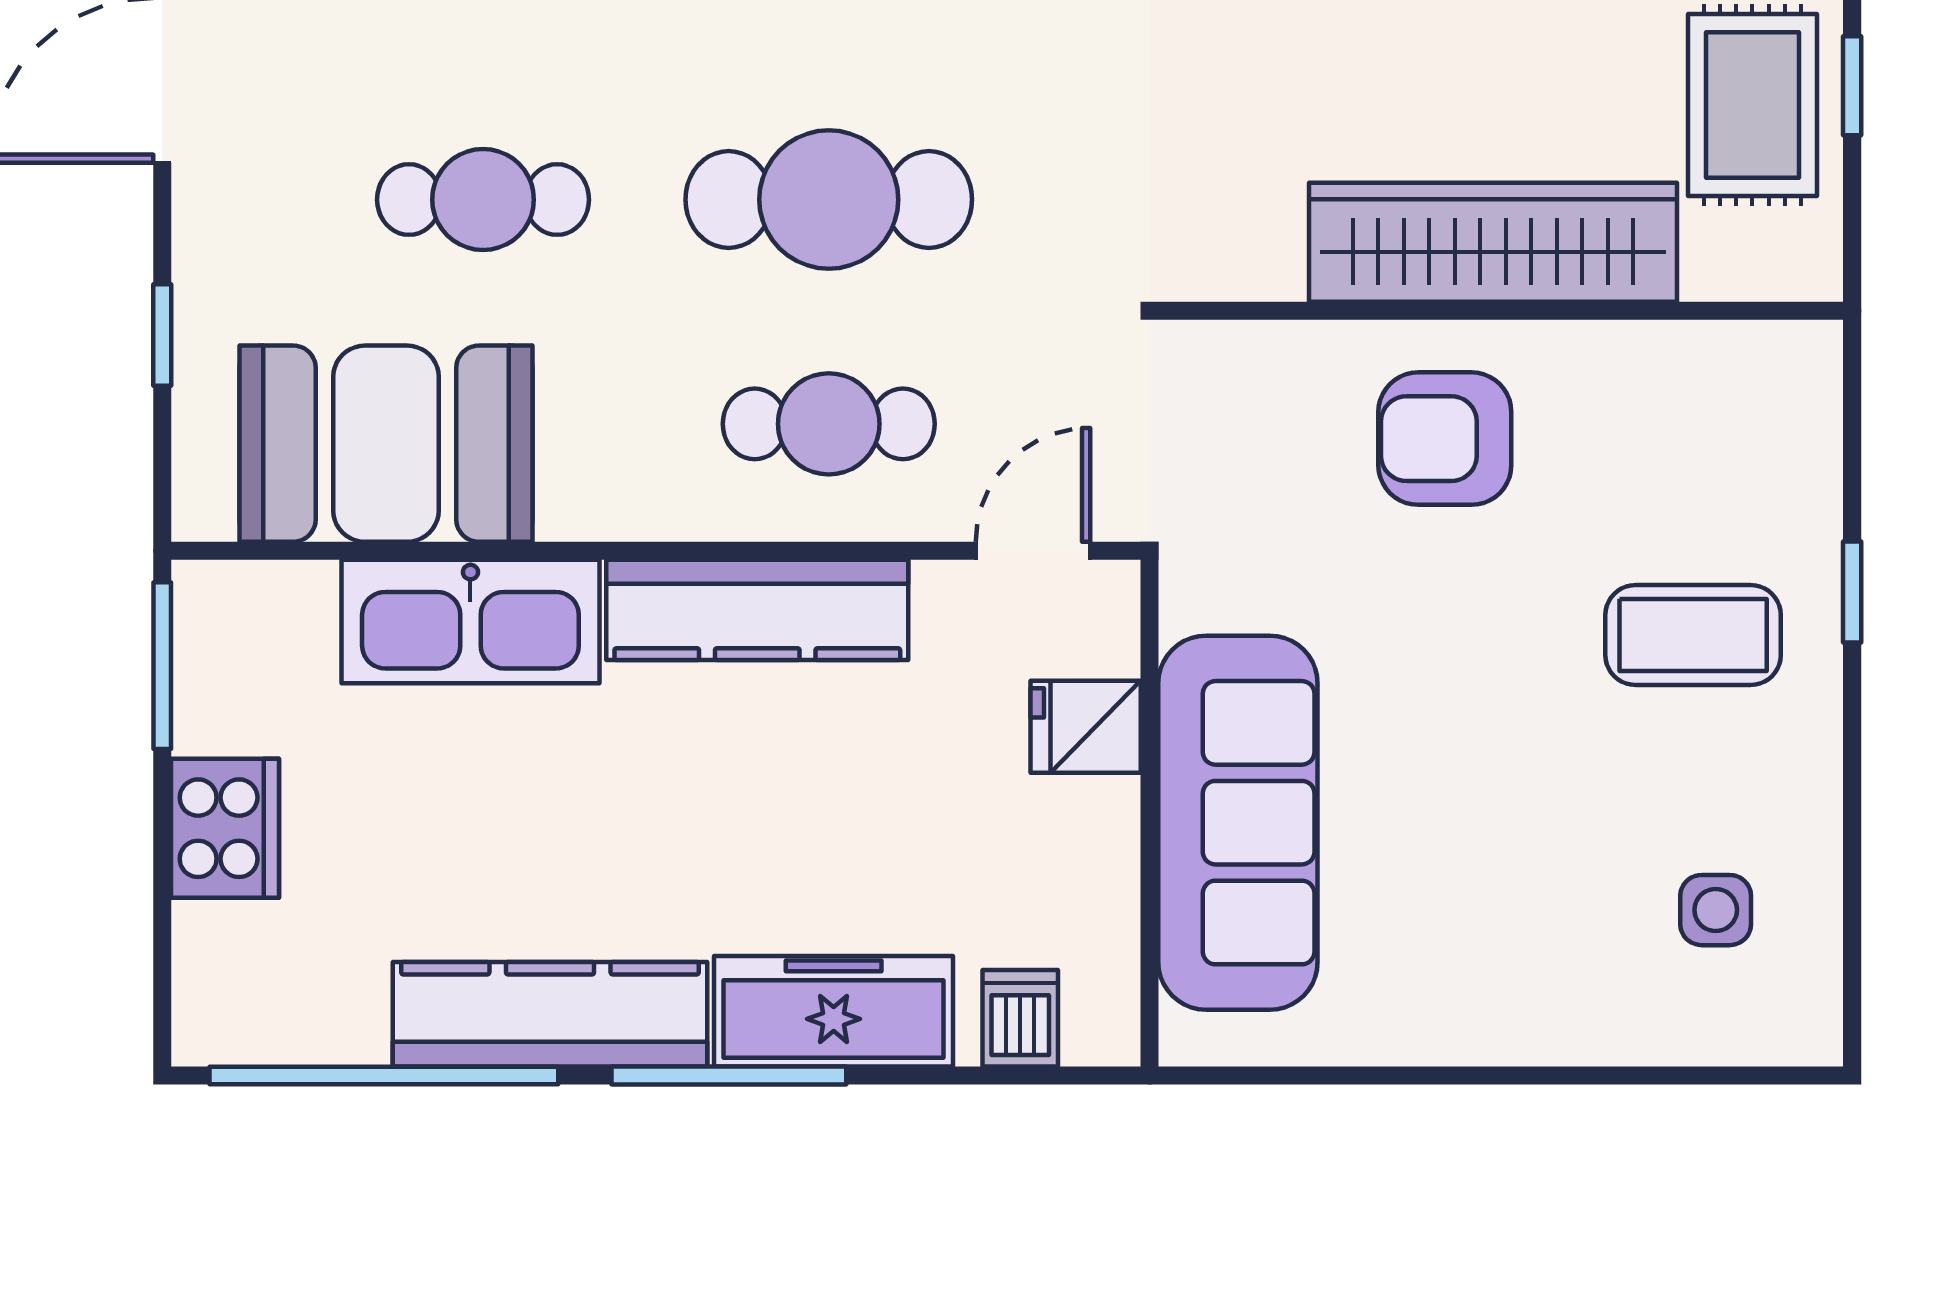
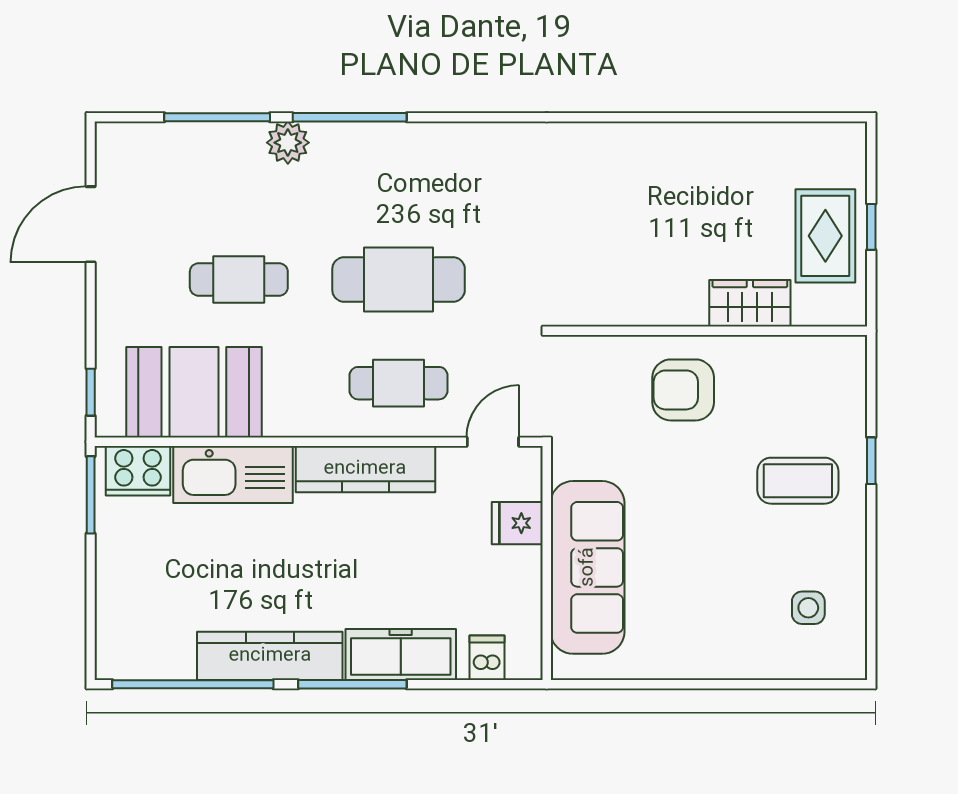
wardrobe: (1493, 242) -> (750, 303), width x0.48, depth x0.85
window: (162, 335) -> (91, 392), moved
cooker: (225, 828) -> (138, 471), moved, turned 90

